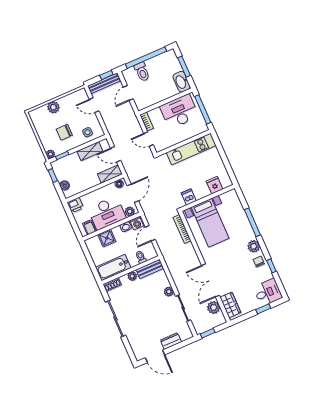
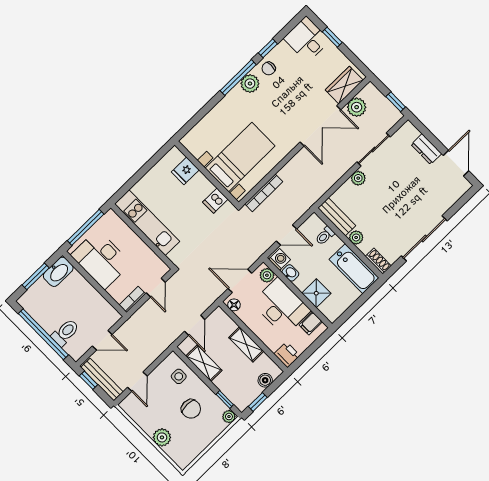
shelving: (110, 174) -> (246, 344), moved
window: (252, 222) -> (238, 78), moved

